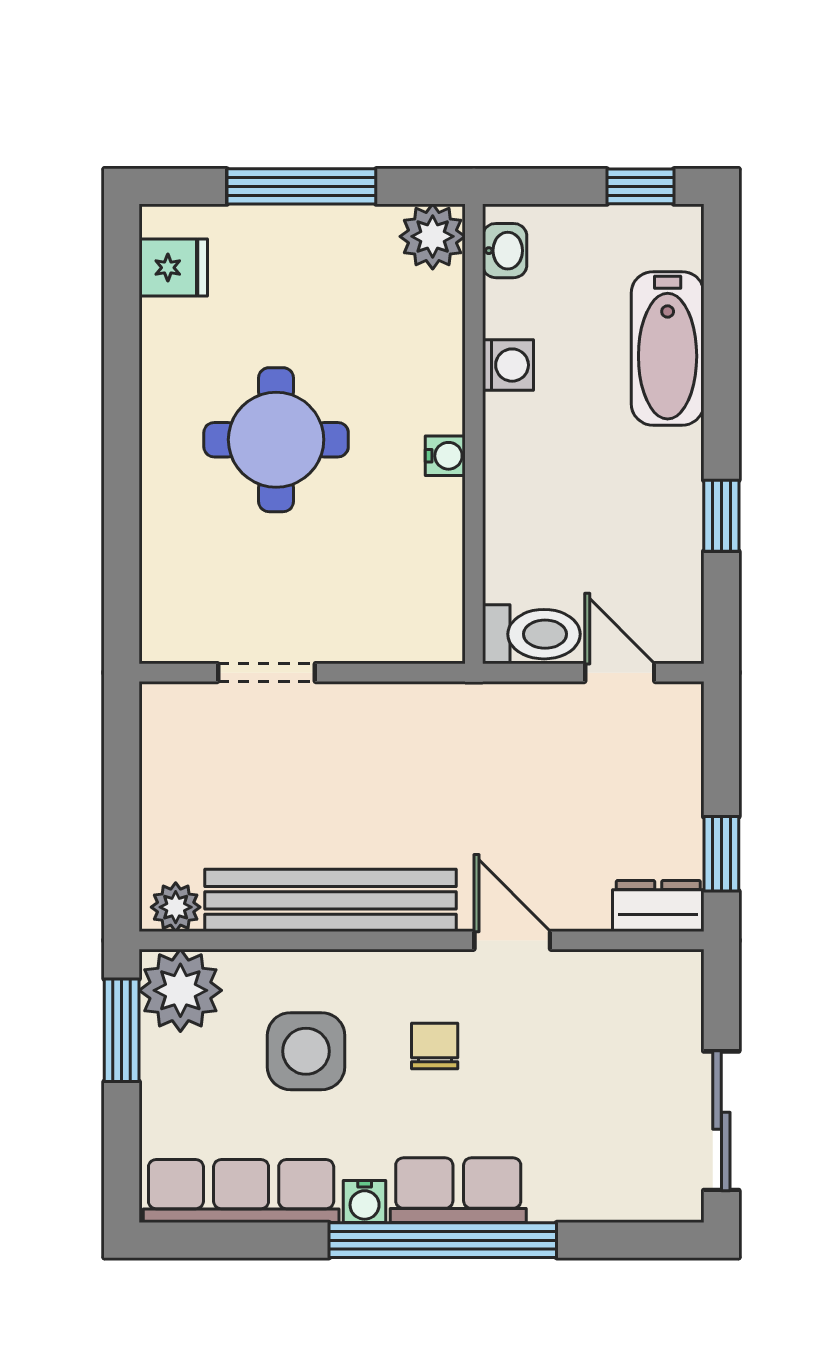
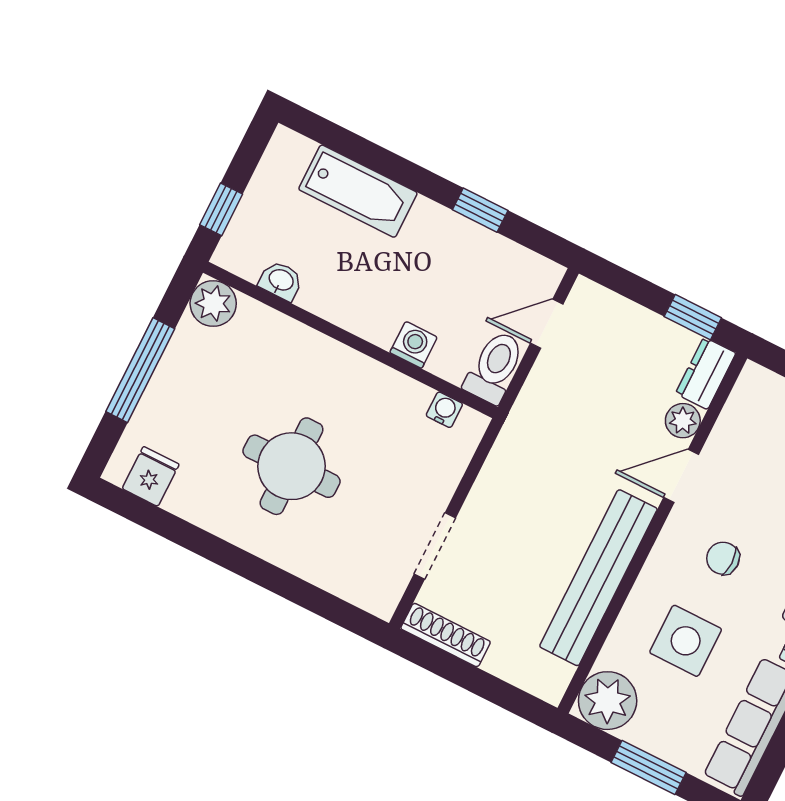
window: (640, 186) -> (221, 209), moved
washbasin: (505, 251) -> (281, 281), moved
washing machine: (508, 365) -> (414, 345), moved
water cooler: (445, 456) -> (444, 410), moved
shoe rack: (160, 743) -> (446, 635), added
plant: (176, 907) -> (683, 421), moved
window: (122, 1030) -> (649, 767), moved

